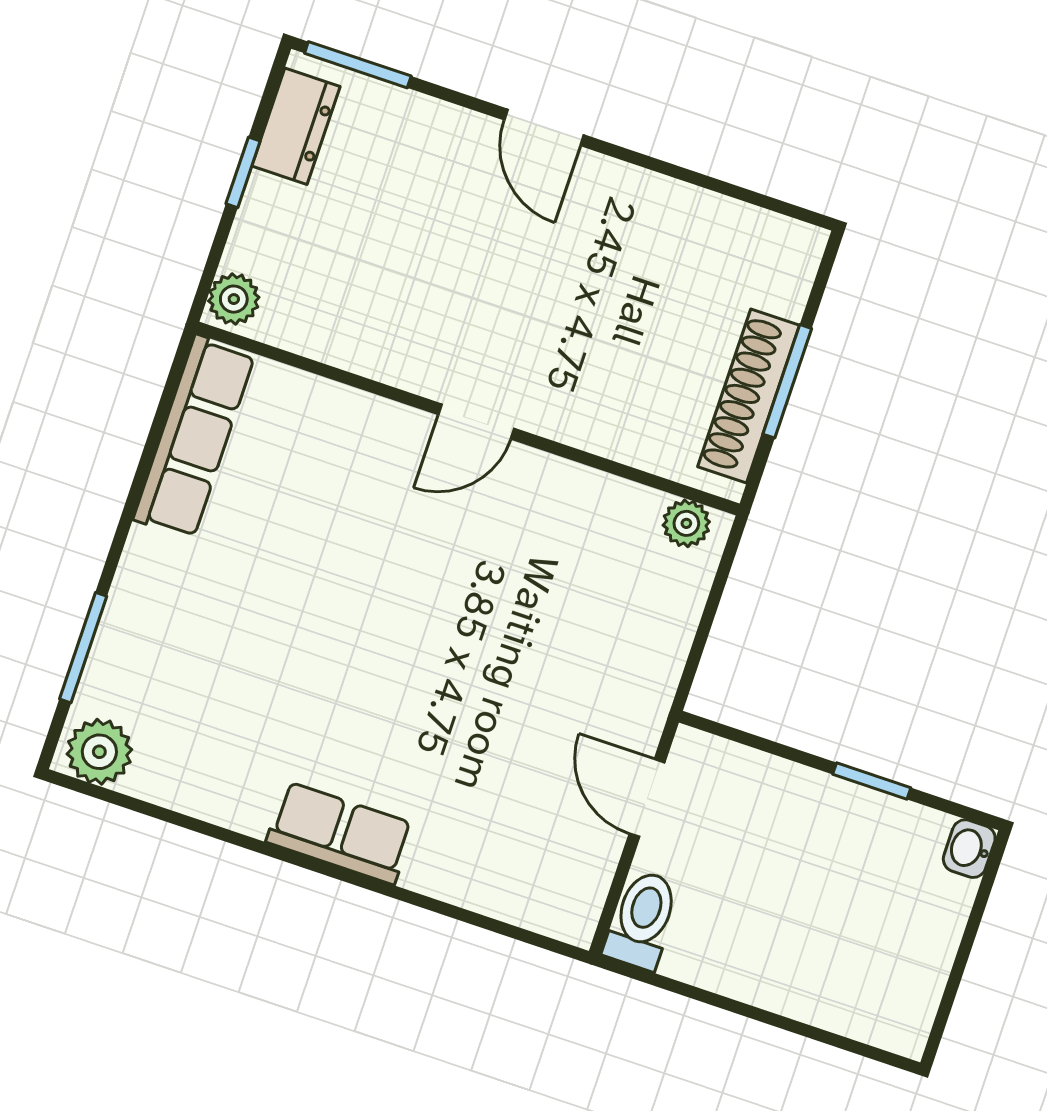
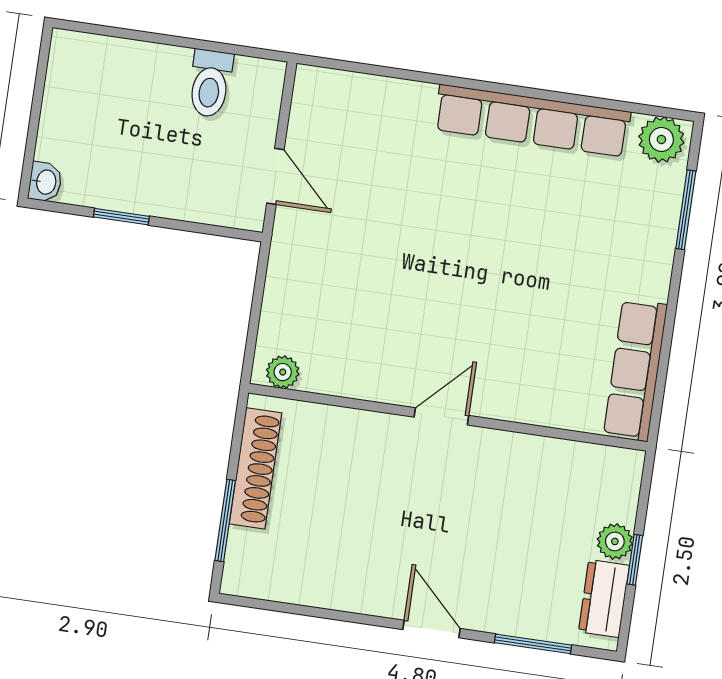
window: (358, 65) -> (533, 644), moved
plant: (234, 299) -> (615, 541), moved
window: (787, 381) -> (225, 520), moved
row of seats: (340, 833) -> (532, 121), width x2.02
toilet: (642, 920) -> (210, 83), moved

